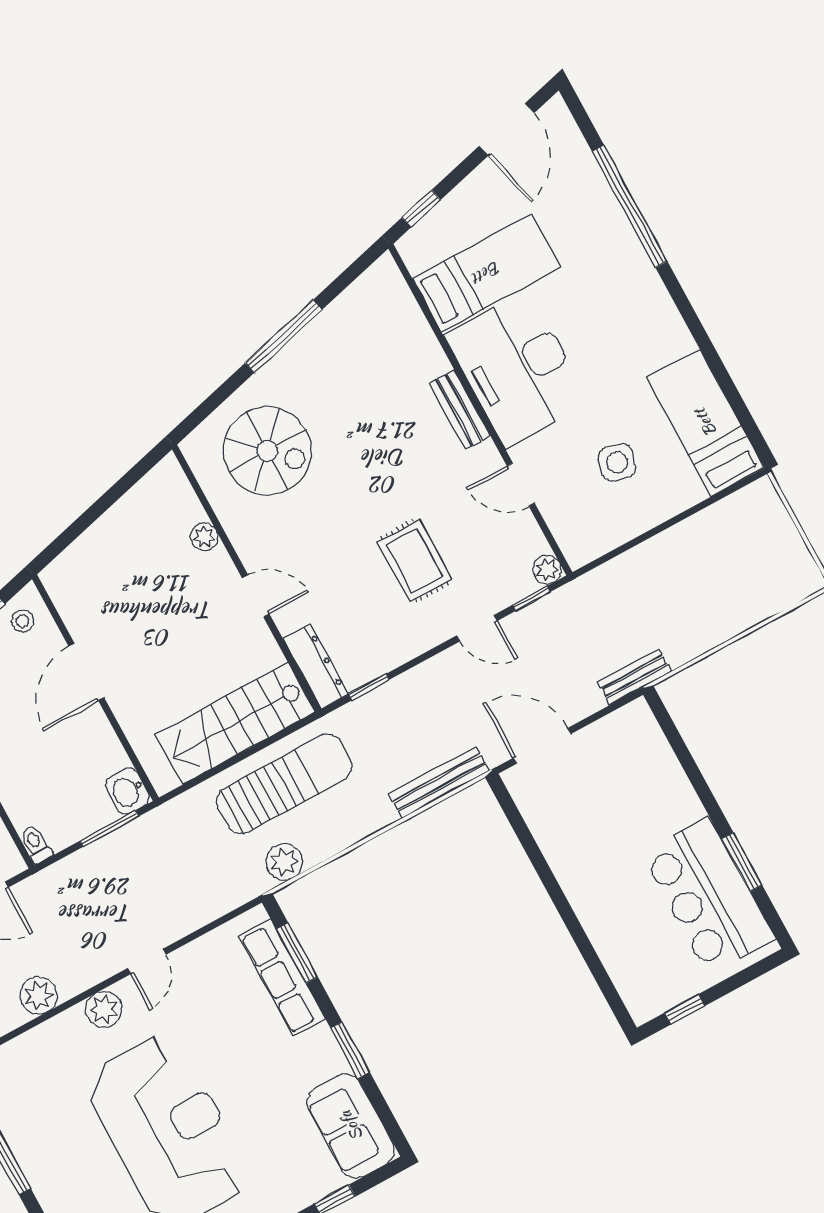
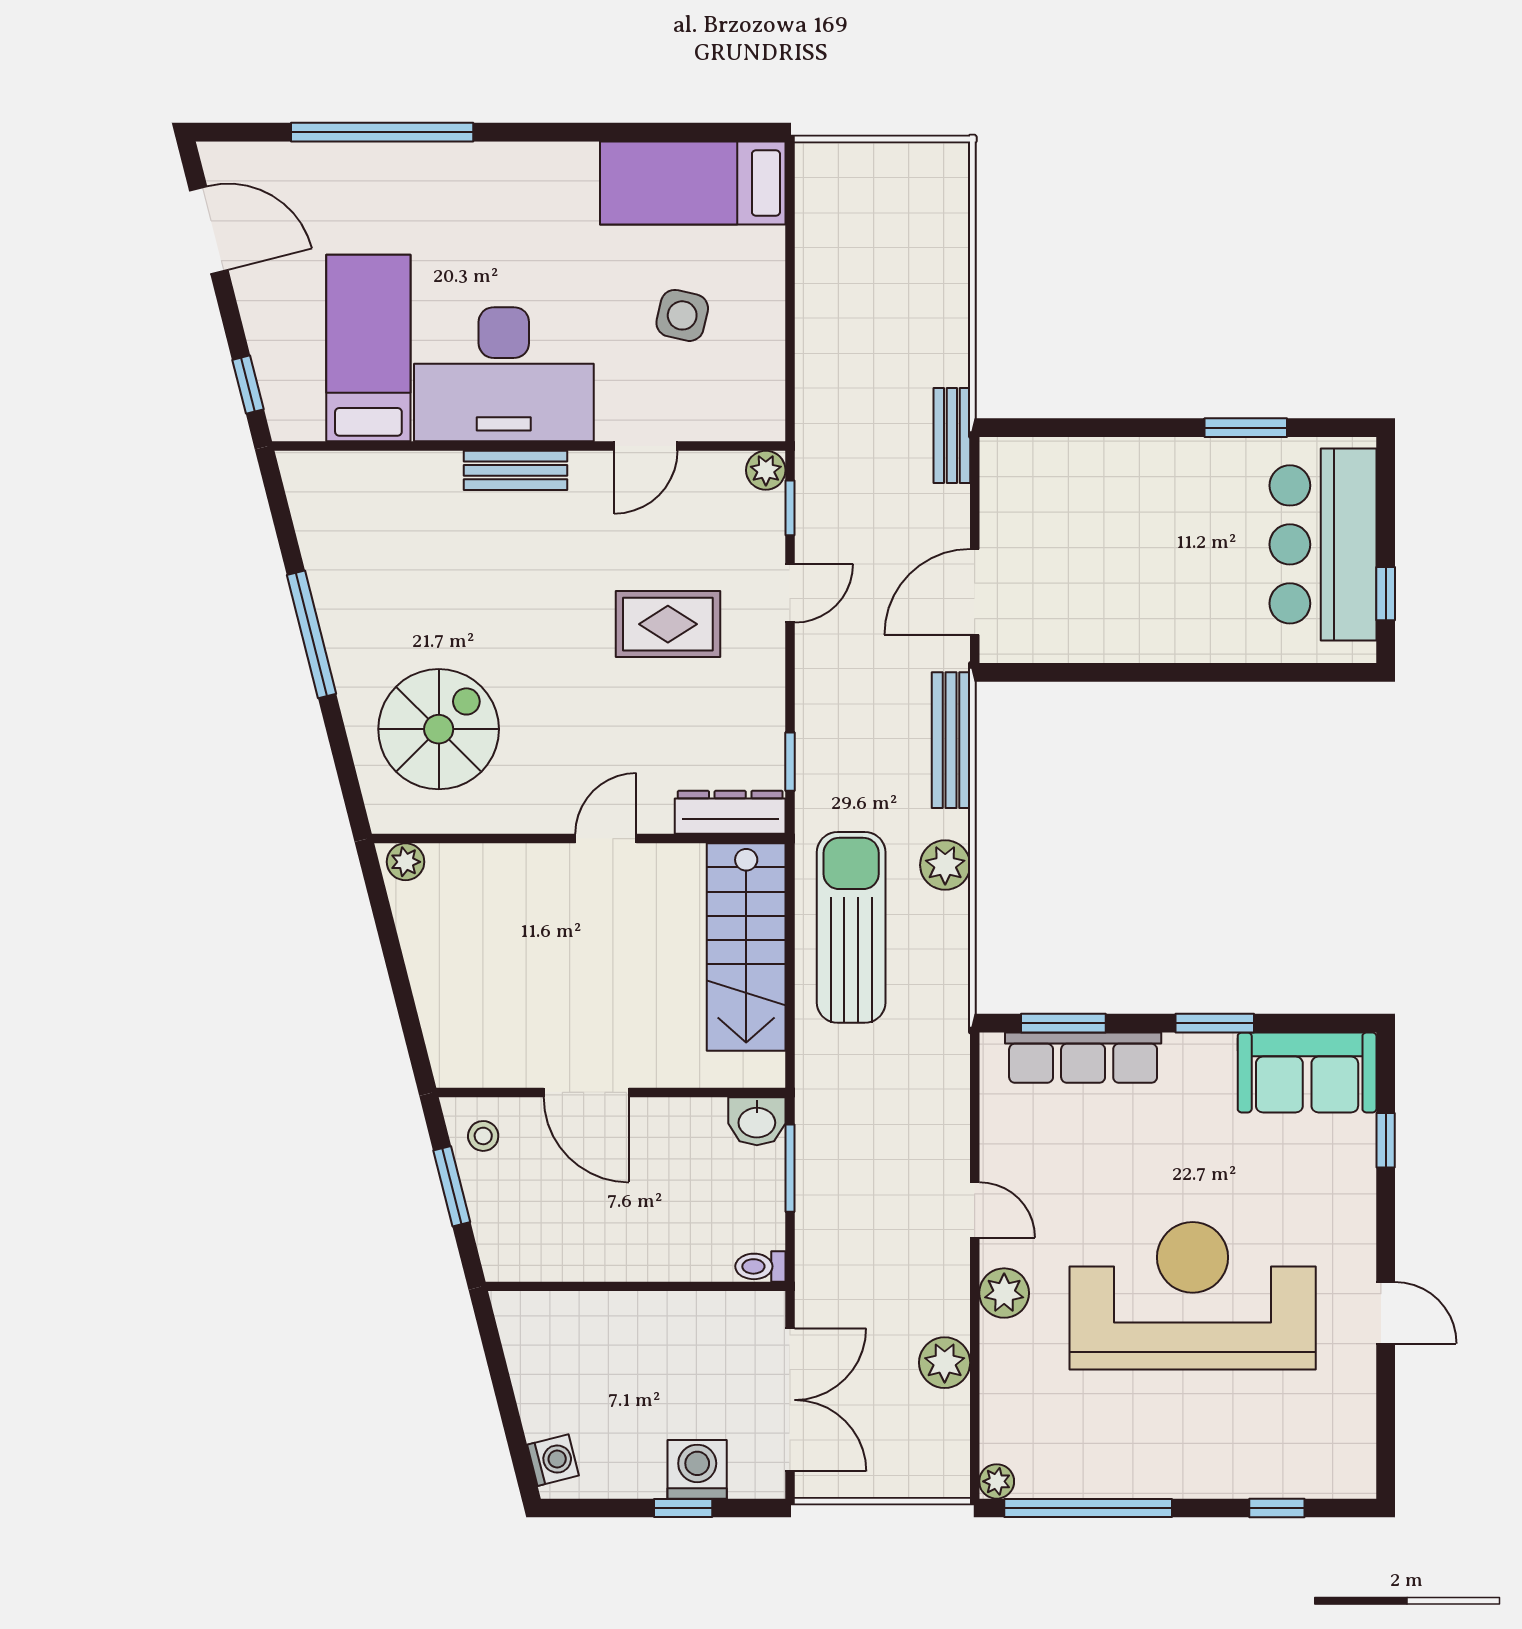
plant: (204, 537) -> (406, 862), moved
plant: (284, 862) -> (945, 865), moved
bar counter: (708, 896) -> (1323, 544), moved, turned 90

